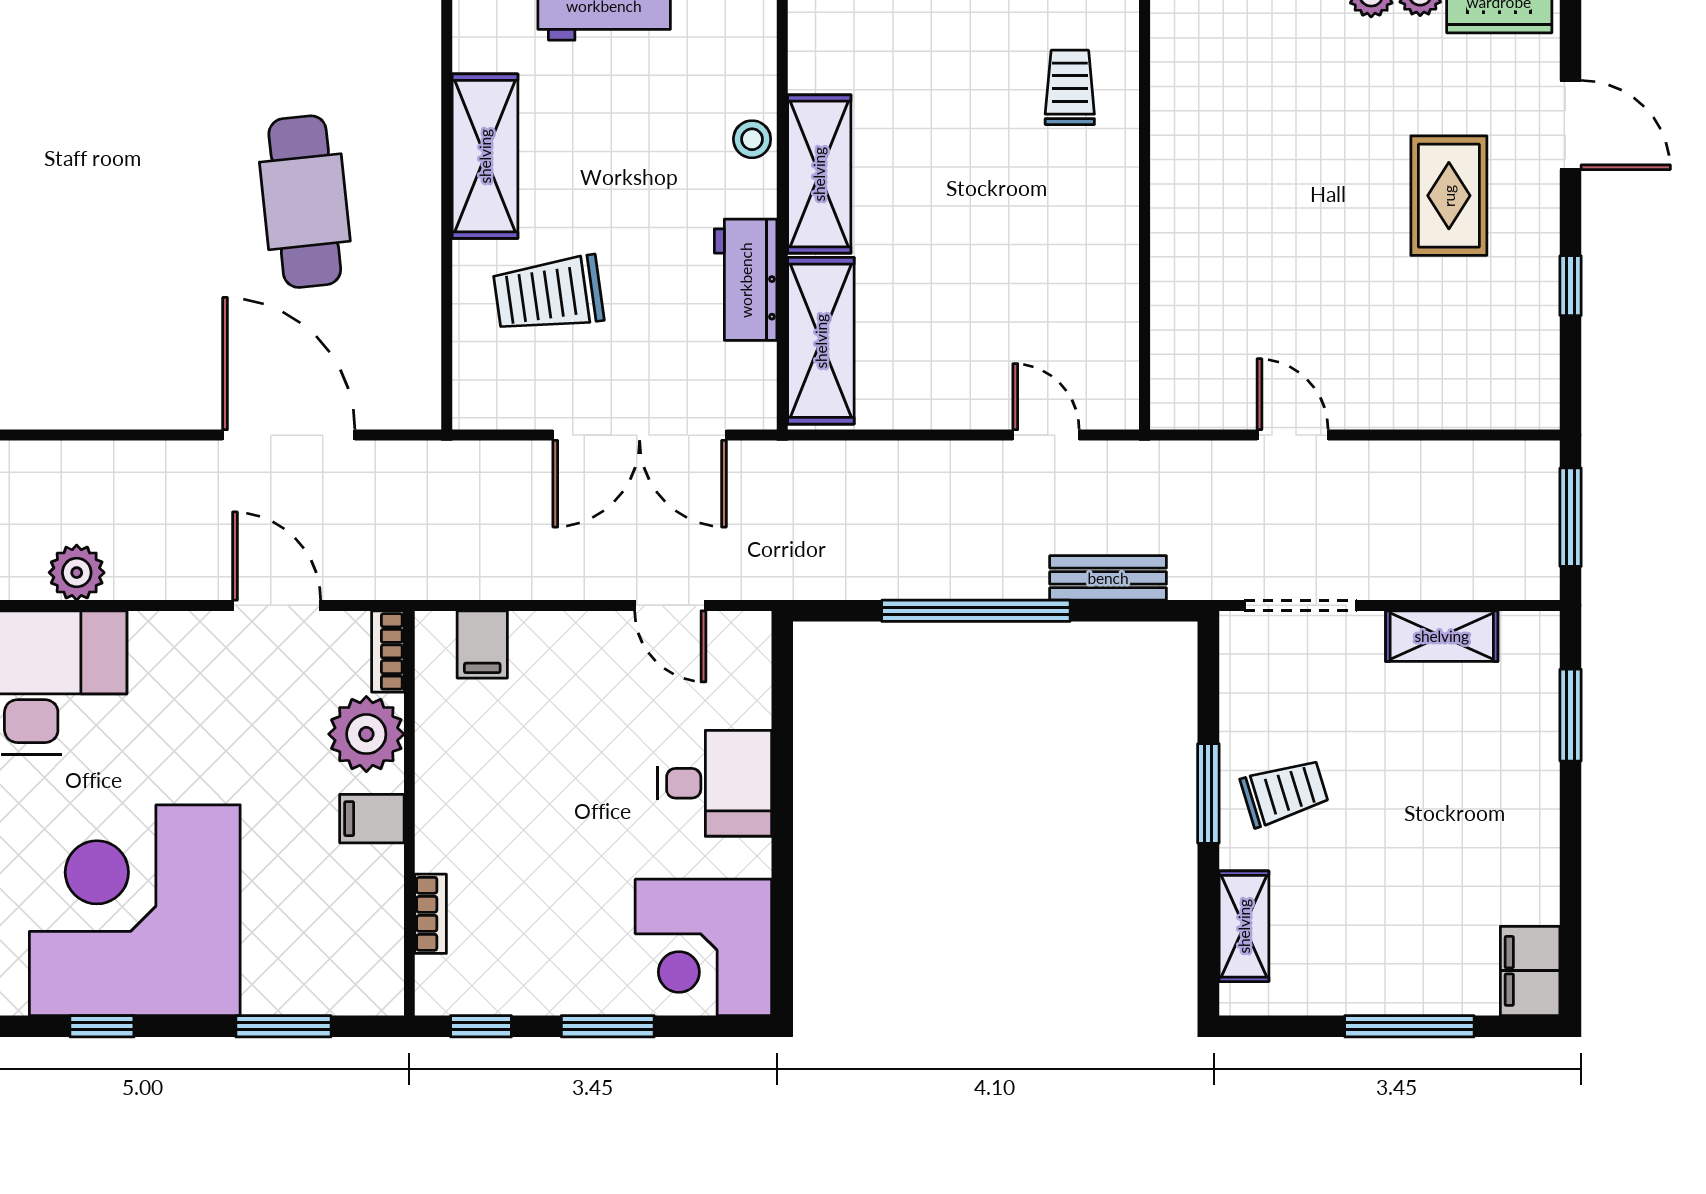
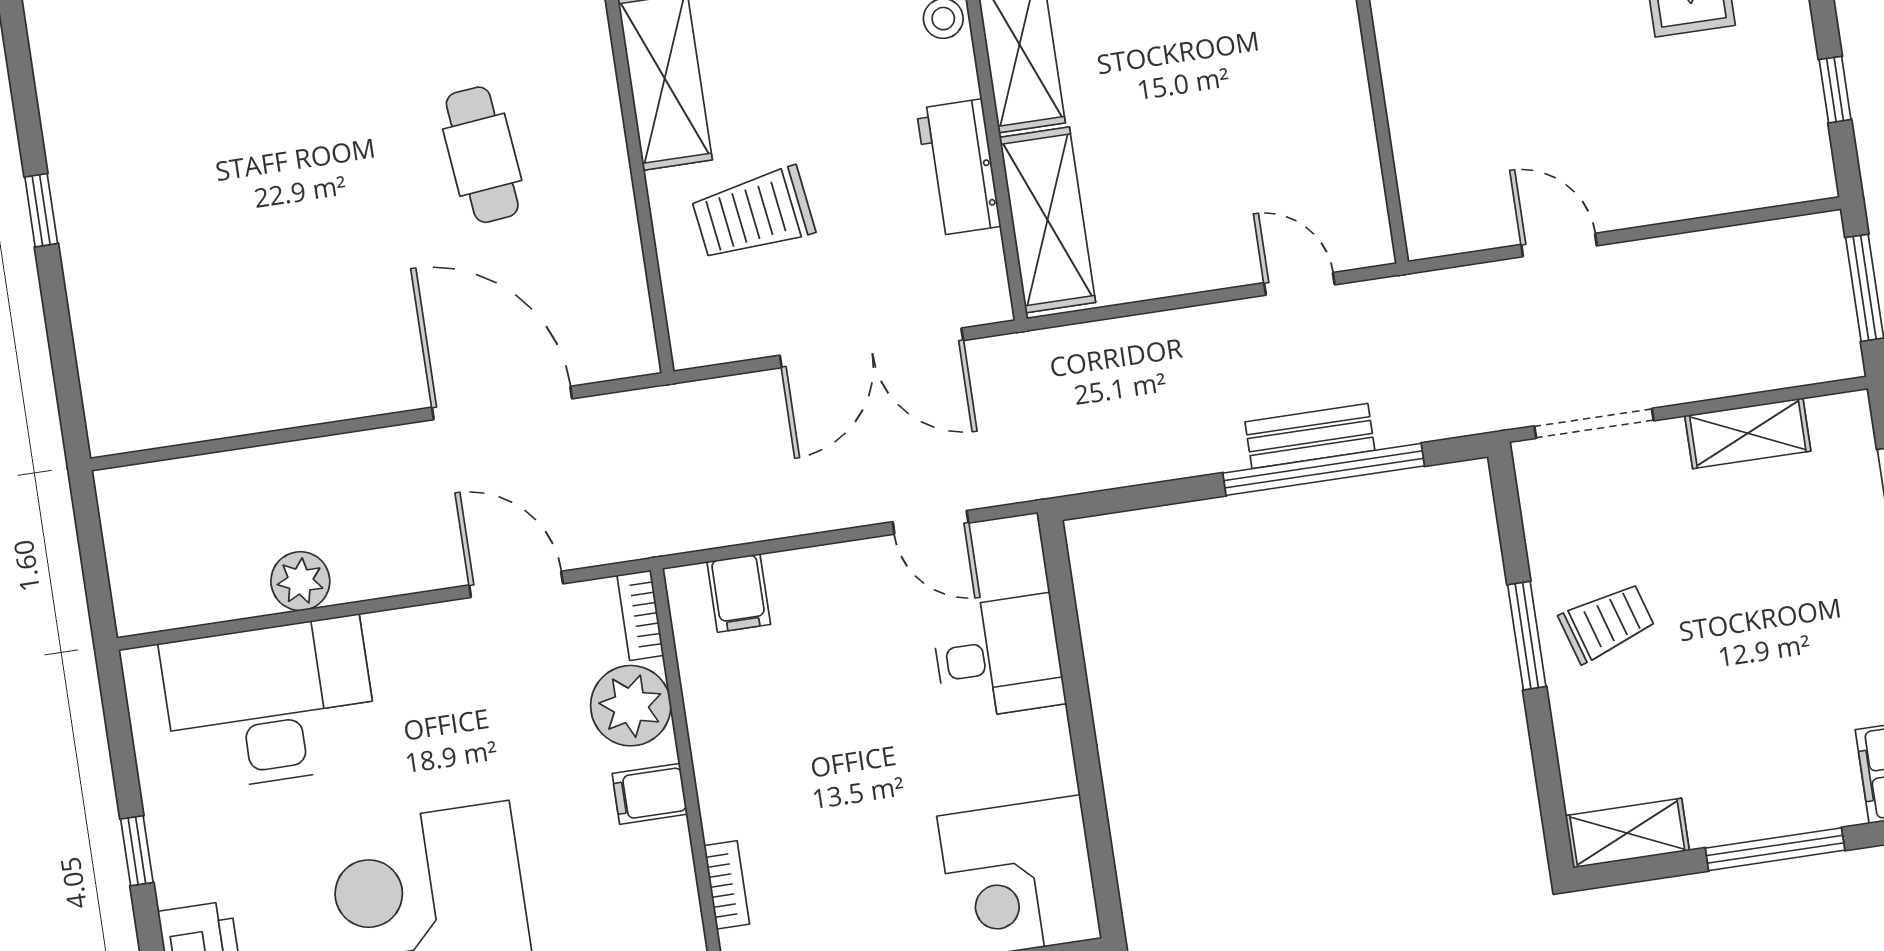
cafe table: (305, 202) -> (482, 155), width x0.73, depth x0.74
window: (1571, 286) -> (1835, 90), moved
bench: (1108, 578) -> (1310, 436), moved
window: (976, 611) -> (1324, 469), moved
desk: (715, 783) -> (998, 657), moved
shelving: (1244, 926) -> (1627, 833), moved, turned 90

